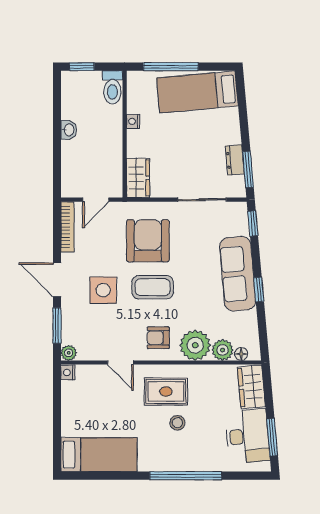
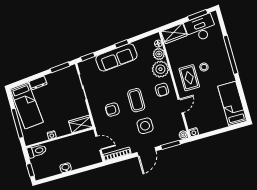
dresser: (235, 160) -> (38, 83), moved
armchair: (148, 241) -> (112, 110), width x0.53, depth x0.53

